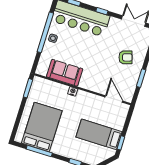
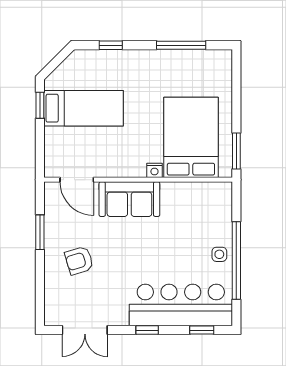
sofa: (65, 73) -> (129, 199), moved
bed: (42, 127) -> (191, 137), moved, turned 180

